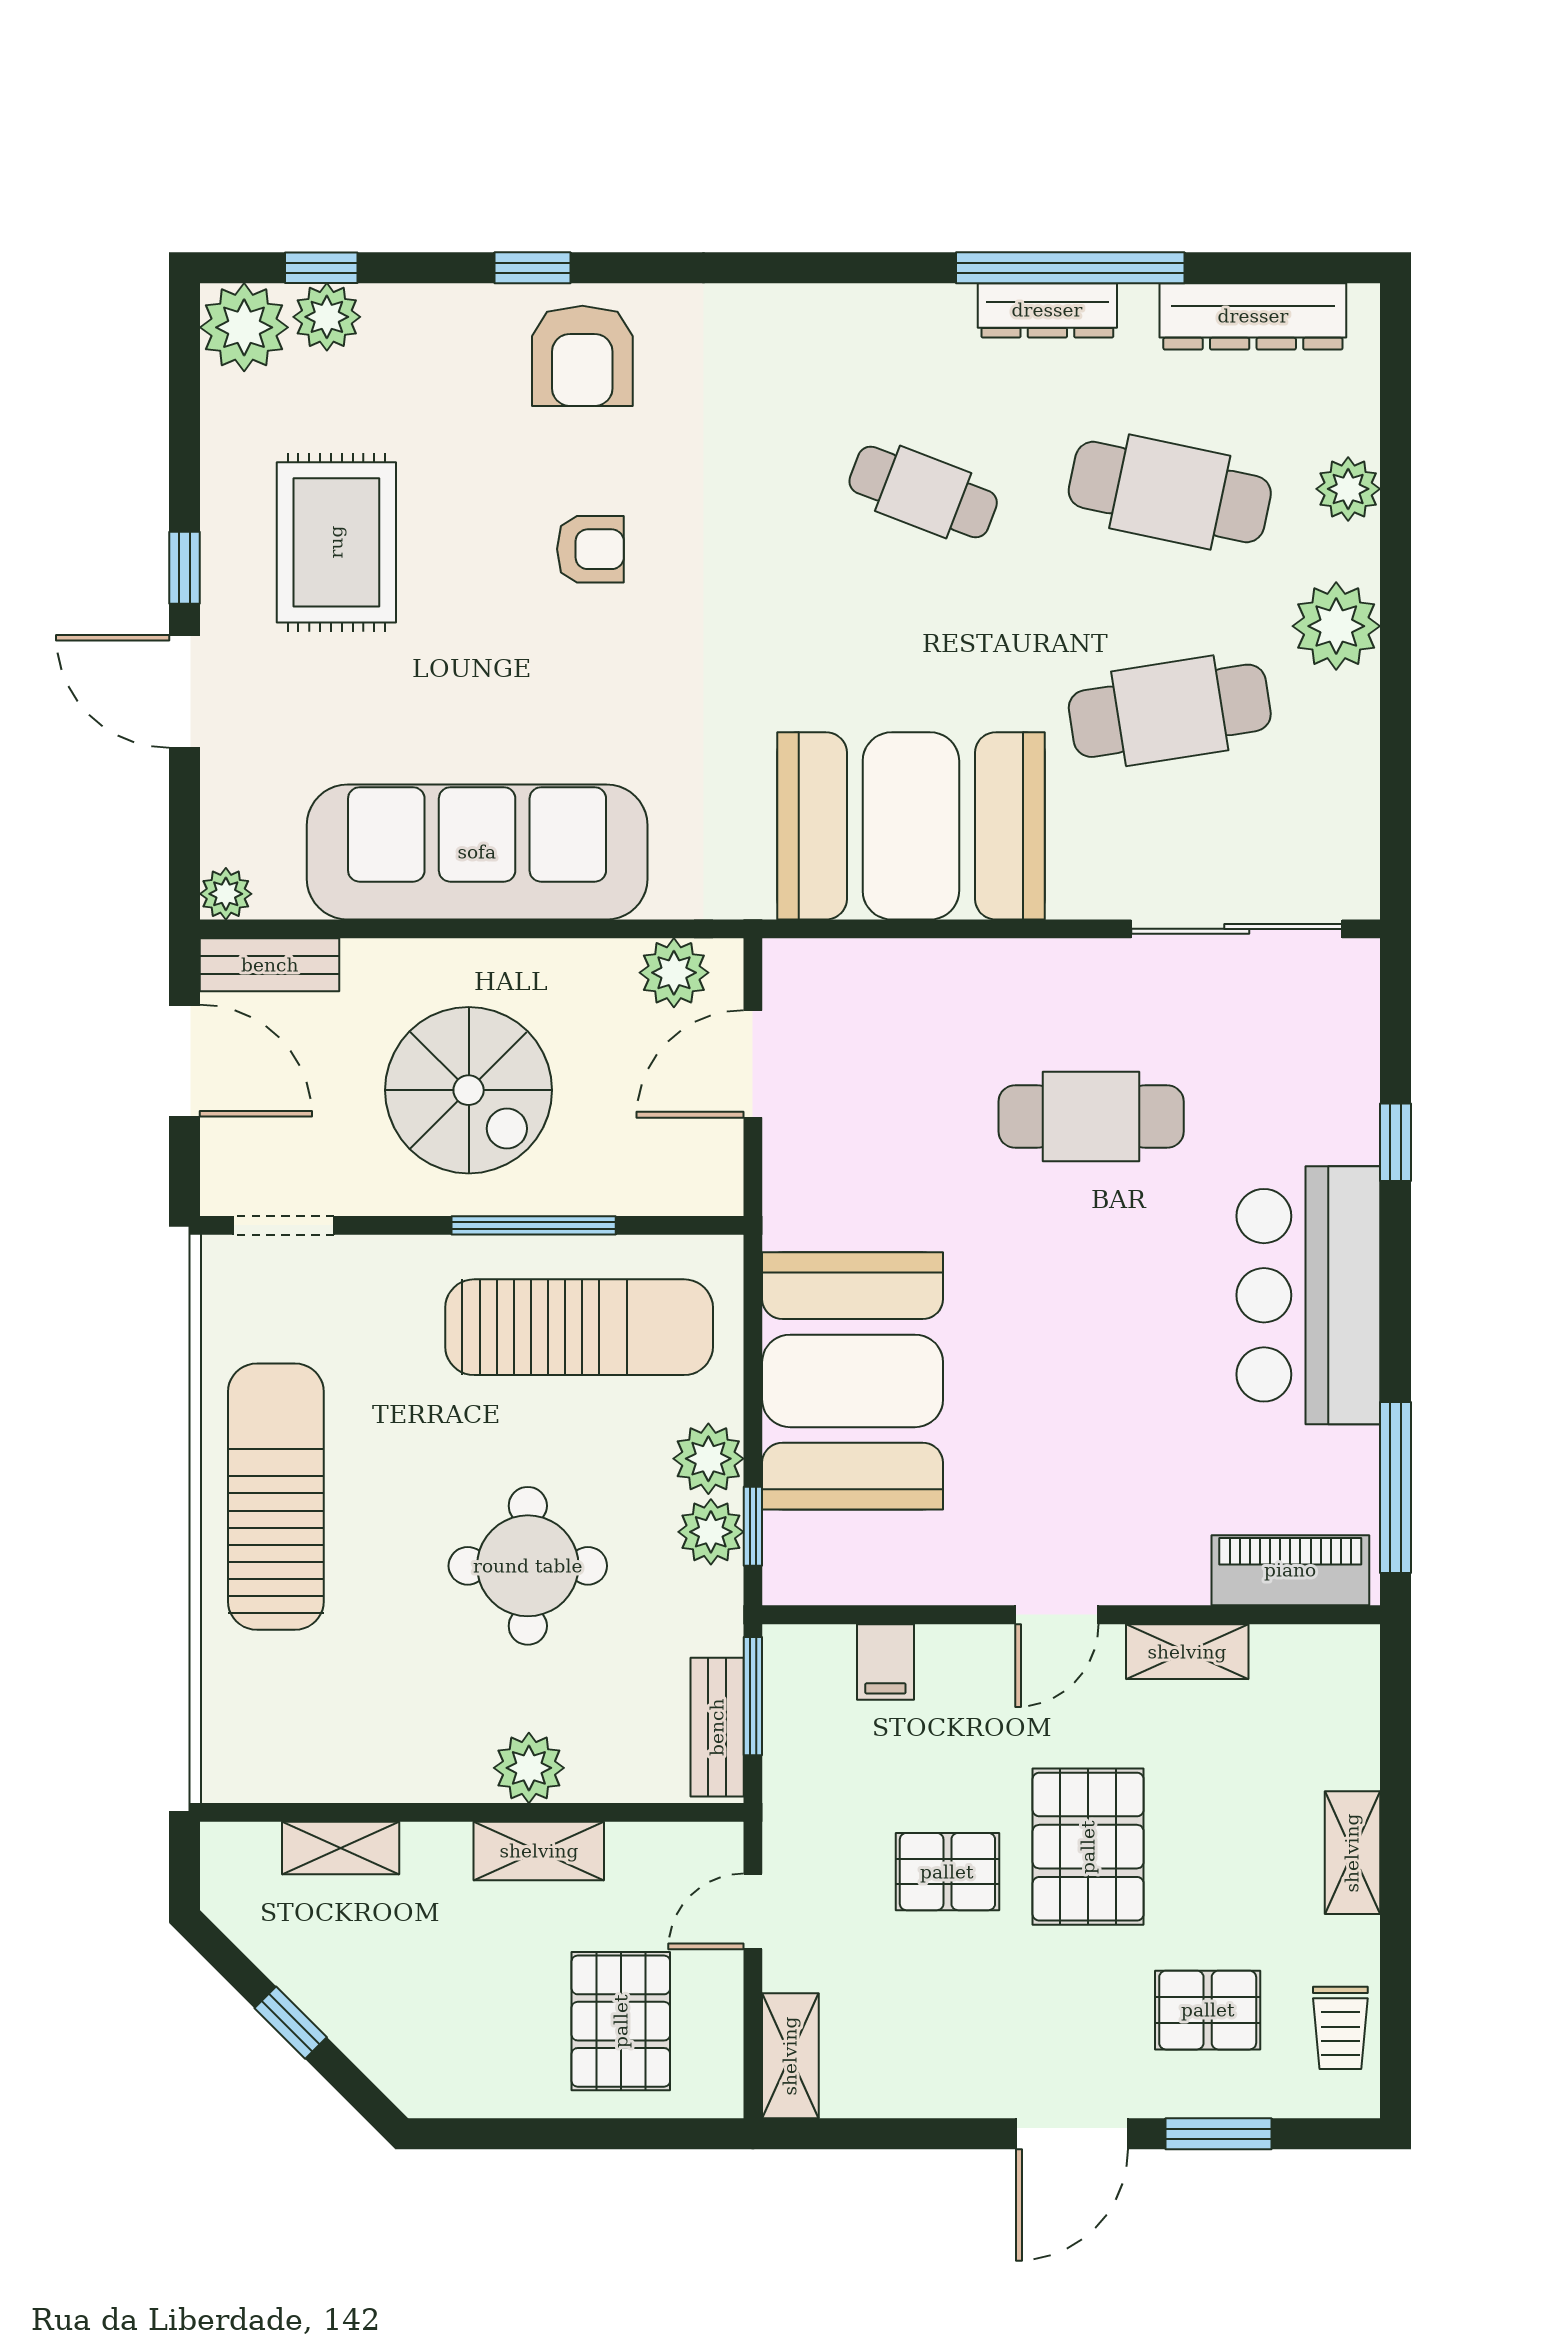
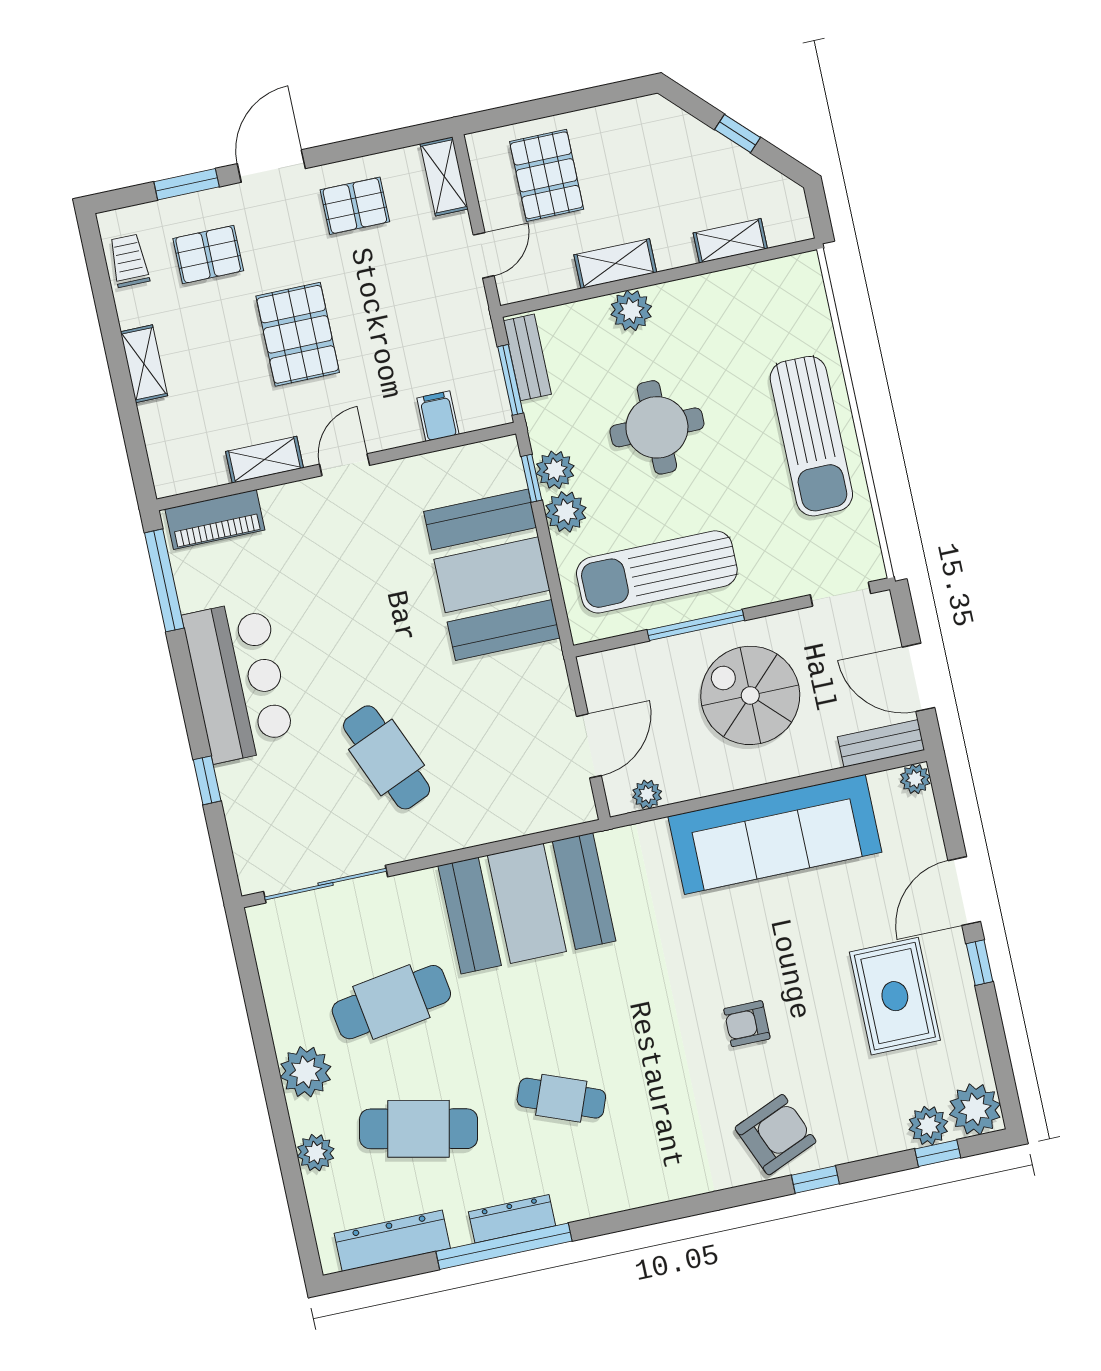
armchair: (582, 356) -> (776, 1135), turned 67
door: (184, 691) -> (964, 891), swing flipped
plant: (674, 973) -> (647, 794), width x0.73, depth x0.73
cafe table: (1091, 1117) -> (387, 757), turned 67
pallet: (947, 1872) -> (355, 206), moved

